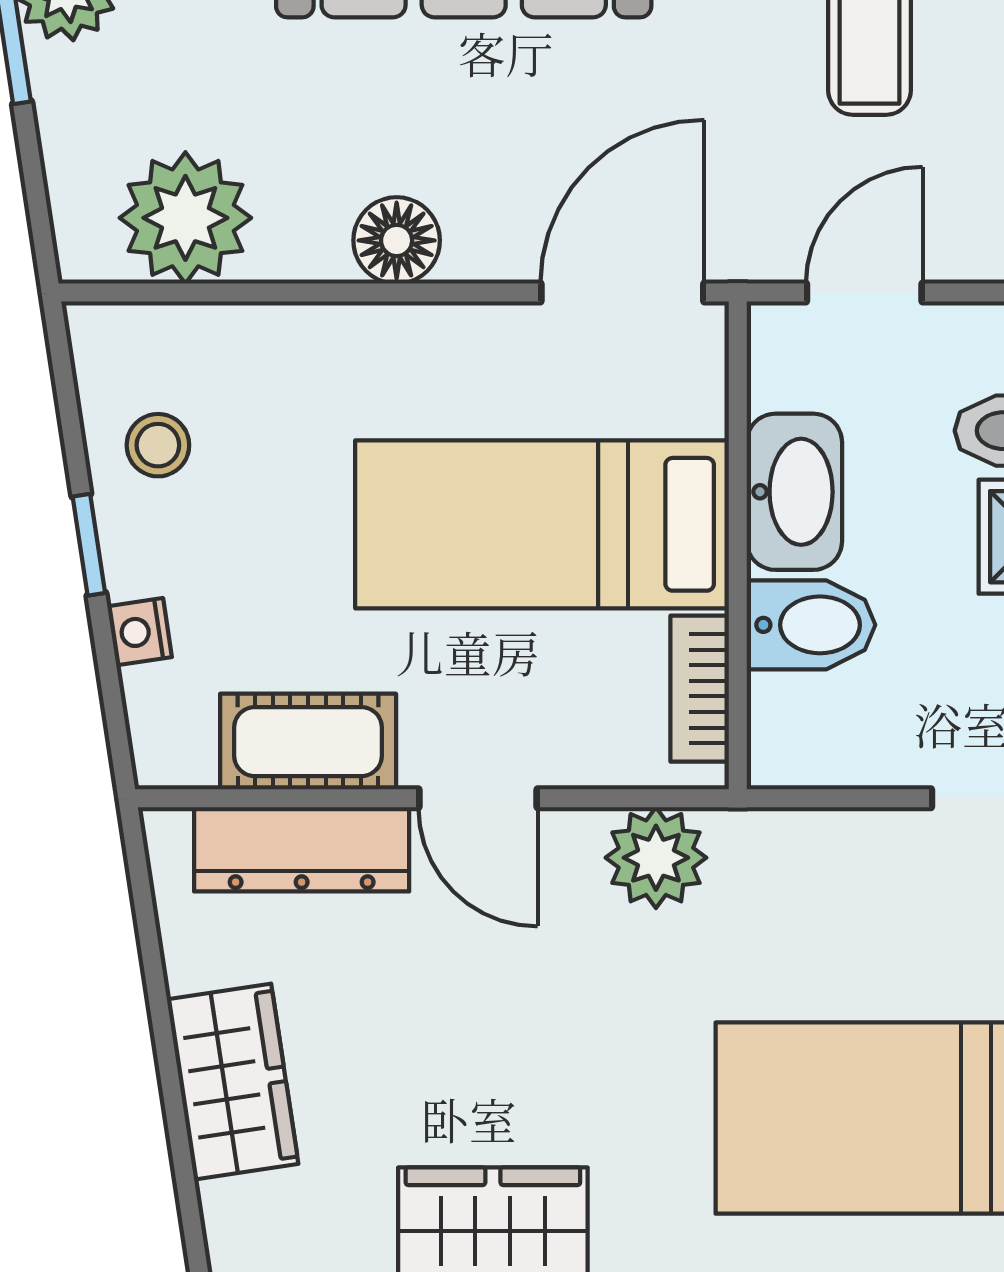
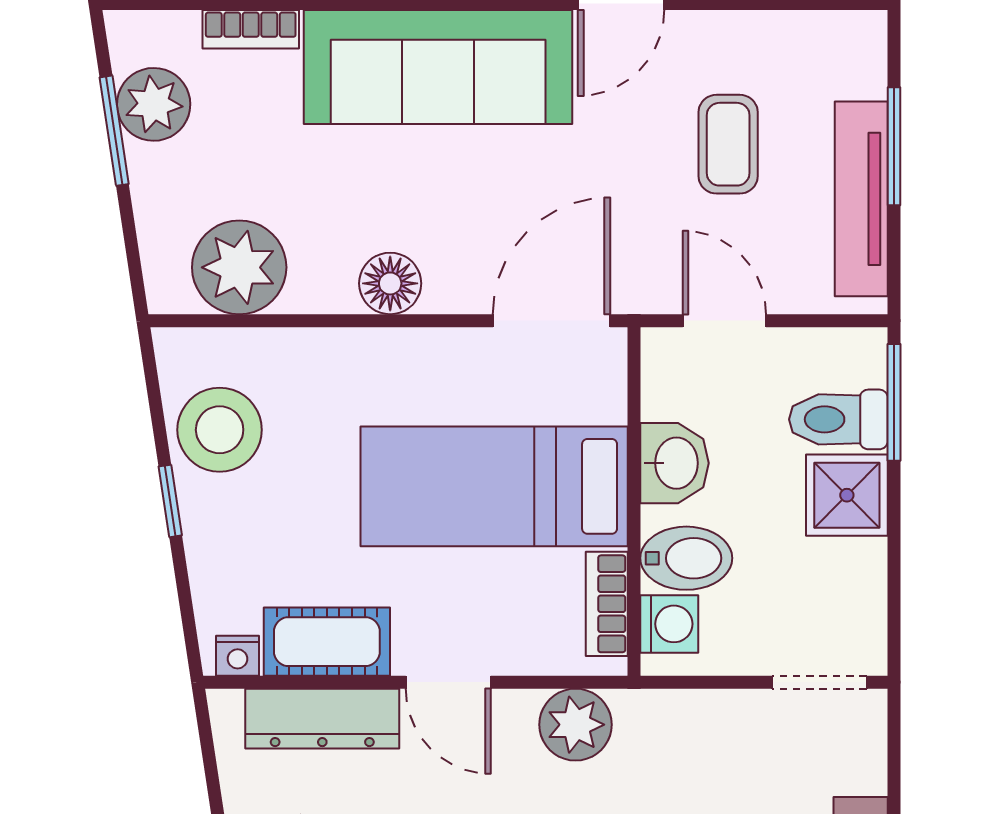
door: (864, 293) -> (724, 321), hinge flipped
stool: (158, 445) -> (220, 430), width x1.89, depth x1.89
washbasin: (794, 492) -> (674, 463), width x0.72
nightstand: (140, 632) -> (238, 656), moved, turned -81
washing machine: (787, 717) -> (669, 624), added

